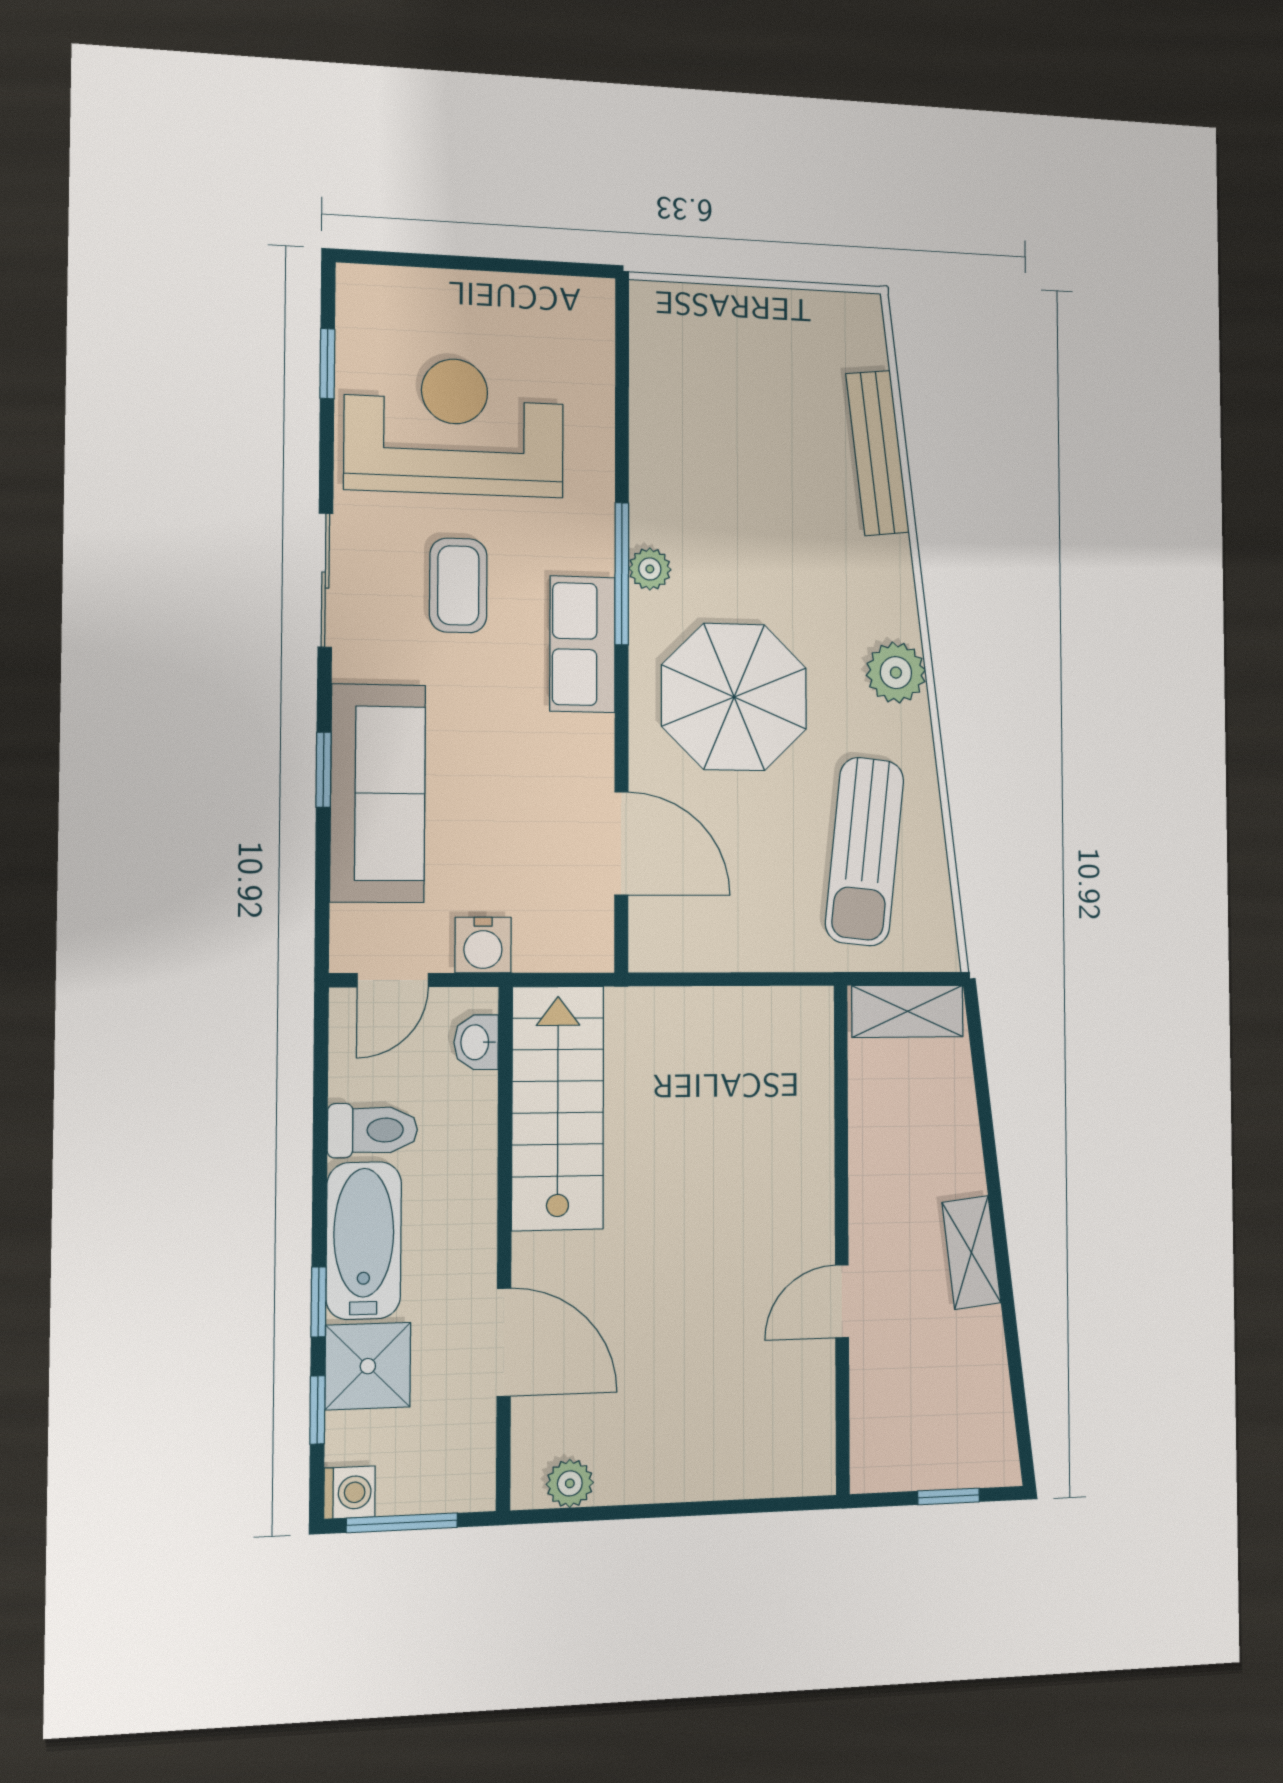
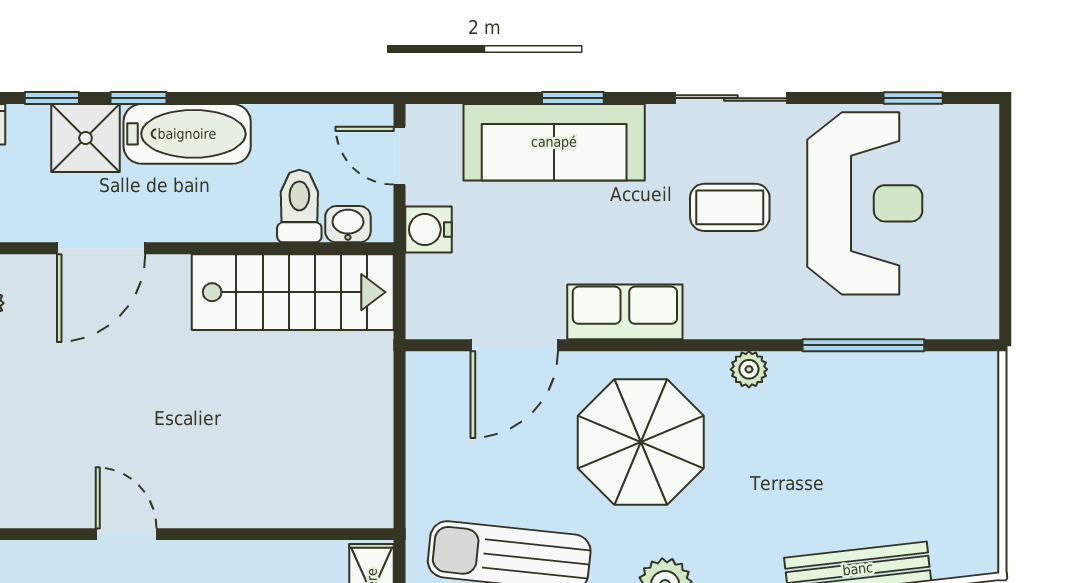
window: (622, 574) -> (863, 345), moved
row of seats: (582, 644) -> (625, 312), moved
toilet: (373, 1130) -> (299, 206), moved, turned 180

